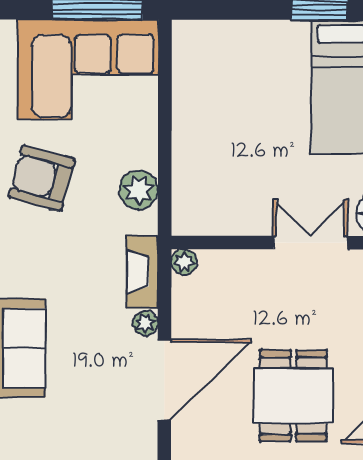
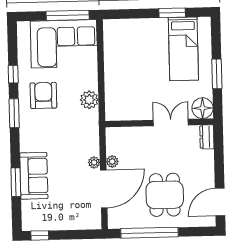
armchair: (42, 178) -> (43, 95), turned 75
plant: (184, 262) -> (112, 161), moved
fireplace: (142, 272) -> (92, 138), removed

